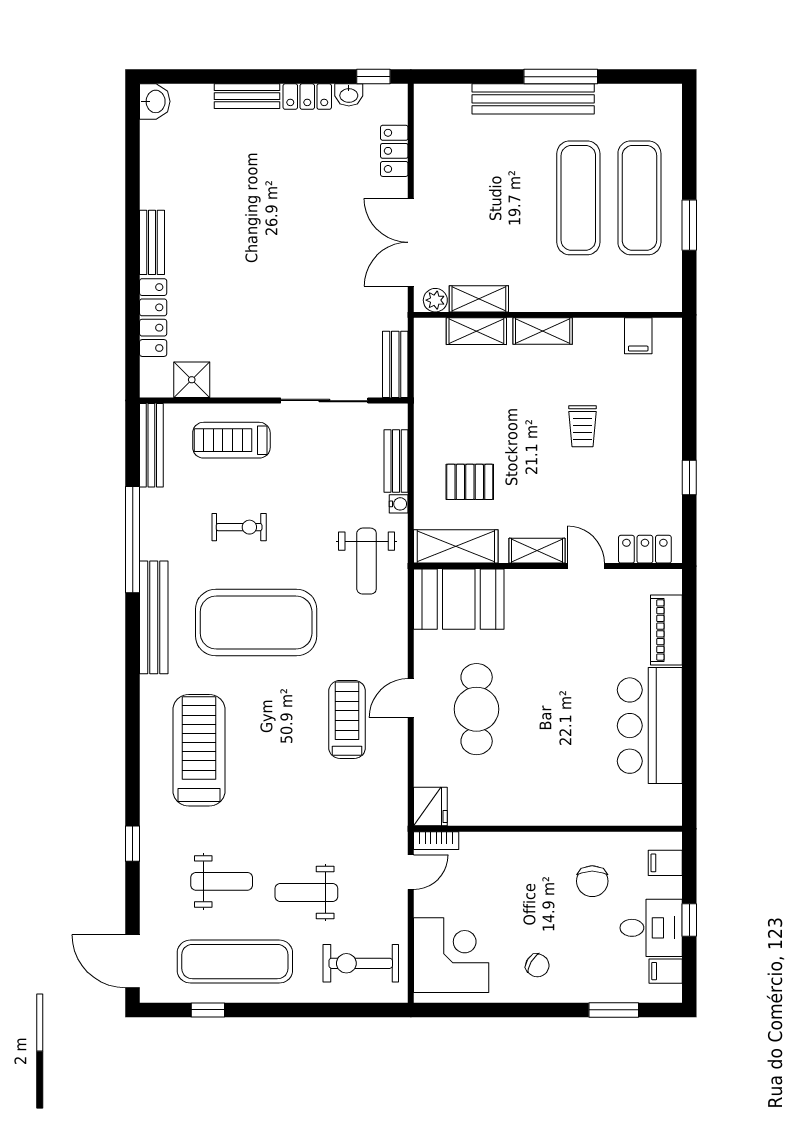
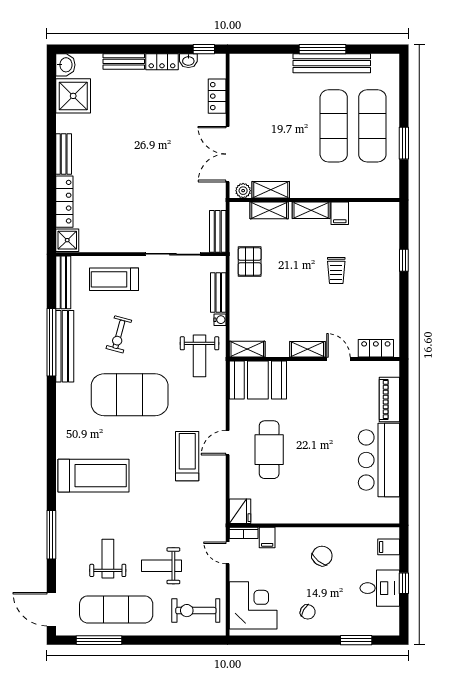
bench: (533, 99) -> (332, 63), moved
shower: (167, 151) -> (73, 96), added
filing cabinet: (638, 336) -> (340, 213), moved
shower: (192, 380) -> (67, 240), moved
window: (689, 478) -> (404, 260), moved
pallet: (470, 482) -> (250, 262), moved, turned 90
exercise bike: (239, 527) -> (119, 334), turned 105
shelving: (456, 546) -> (247, 349), width x0.67, depth x0.75
bench: (154, 617) -> (65, 346), moved
treadmill: (199, 750) -> (93, 476), turned 90
window: (133, 844) -> (51, 535), width x2.17
door: (411, 872) -> (228, 553), swing flipped
weight bench: (222, 881) -> (108, 559), turned -90
chair: (592, 881) -> (322, 556), moved, turned -141
filing cabinet: (666, 971) -> (267, 538), moved, turned -90
window: (208, 1010) -> (99, 640), width x2.17

